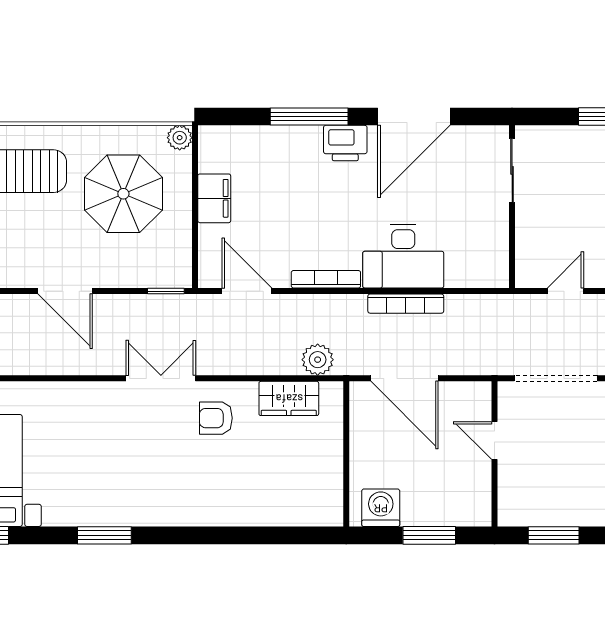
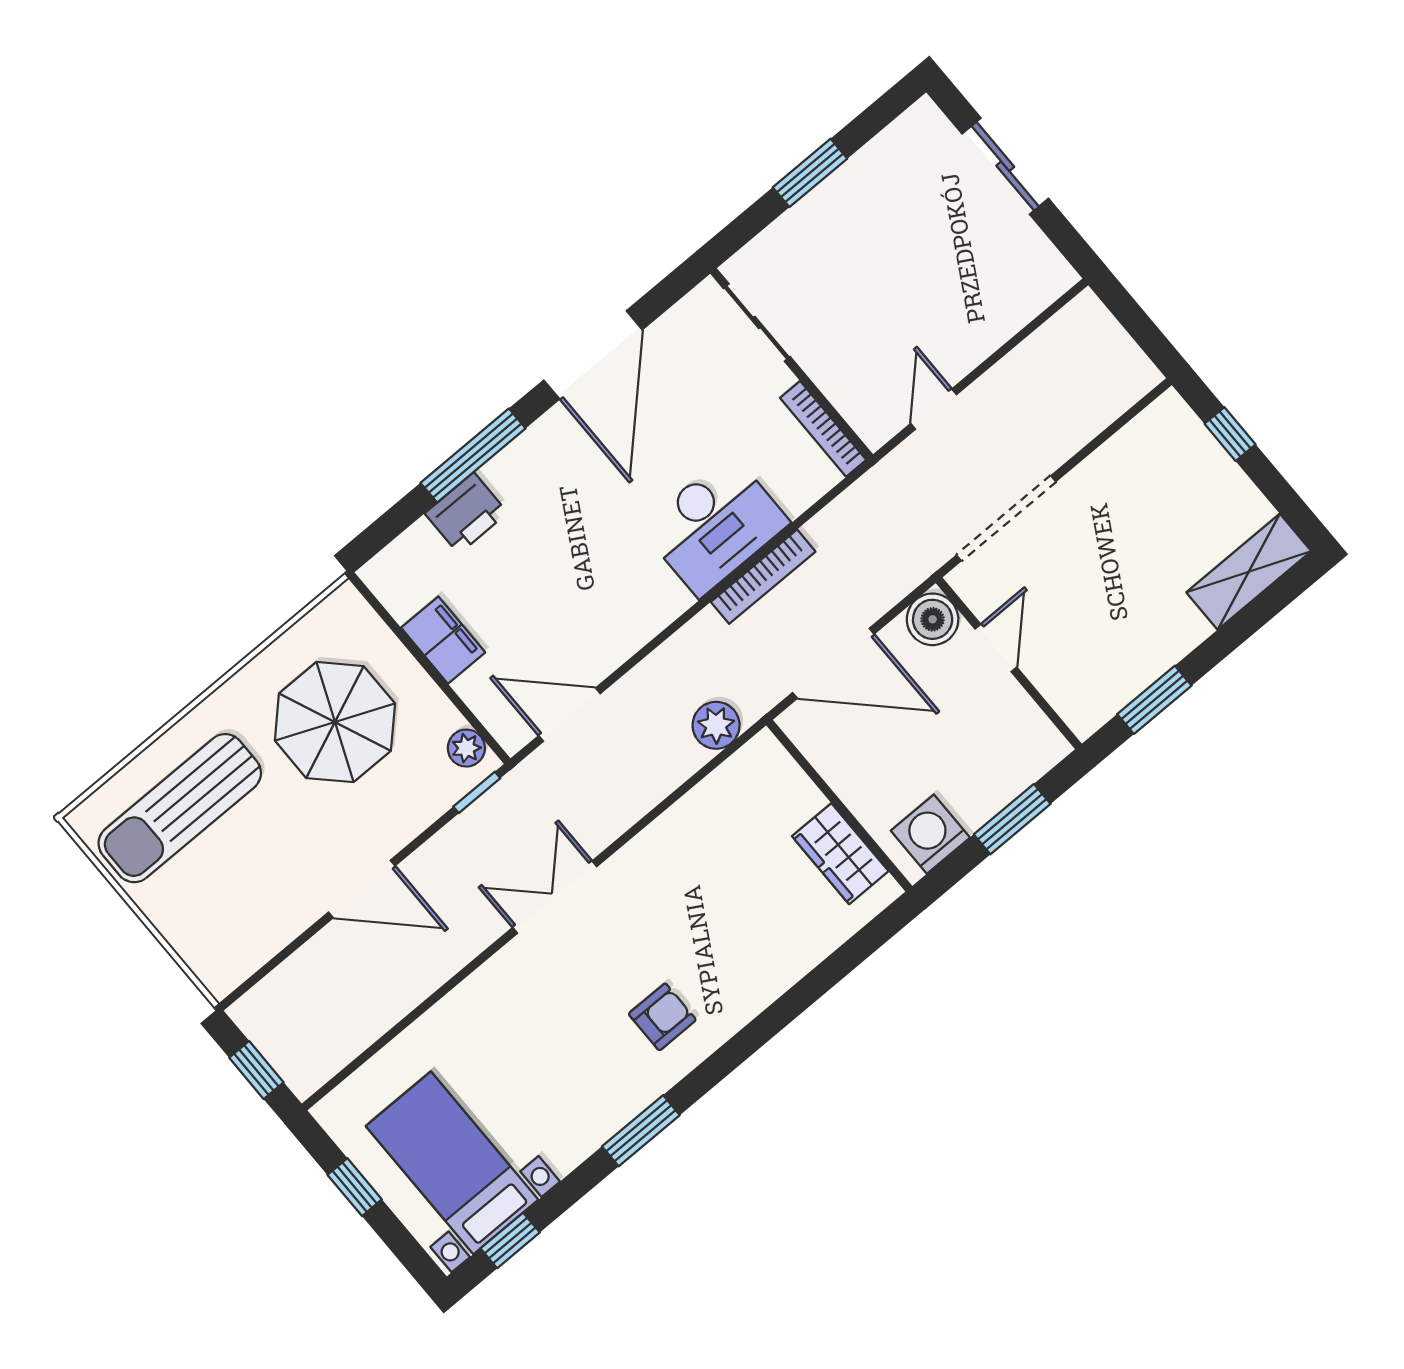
plant: (180, 138) -> (466, 748), moved
printer: (345, 143) -> (466, 513), moved
bookcase: (326, 279) -> (823, 429), moved, turned -90
wardrobe: (289, 398) -> (840, 854), moved, turned 90
boiler: (474, 398) -> (933, 619), added
armchair: (216, 418) -> (662, 1017), moved, turned 180
door: (495, 440) -> (996, 648), swing flipped

